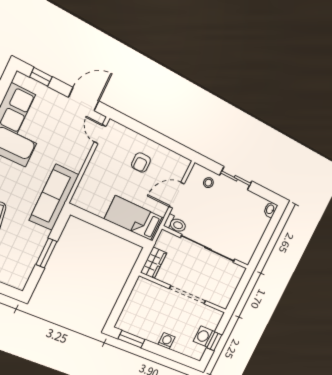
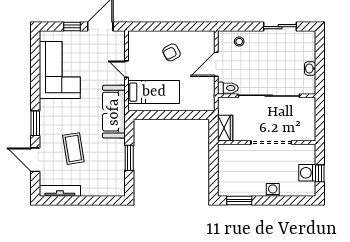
window: (41, 77) -> (72, 27), moved
door: (100, 134) -> (126, 69), moved
armchair: (141, 162) -> (171, 52), turned 62
sliding door: (236, 178) -> (280, 27), moved
washbasin: (270, 209) -> (310, 68), moved
bed: (134, 219) -> (154, 92), moved, turned 180

